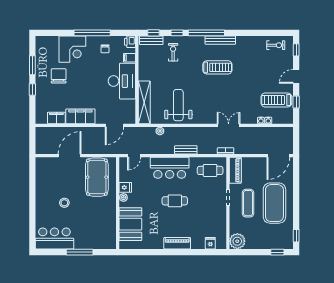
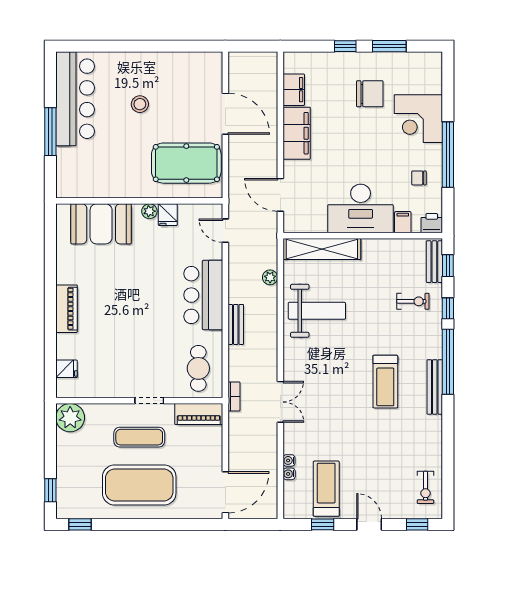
door: (278, 156) -> (225, 492), swing flipped
cafe table: (175, 201) -> (143, 304), removed
bar counter: (54, 238) -> (75, 99), width x1.36

